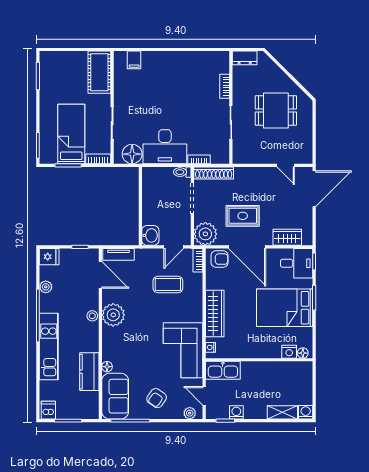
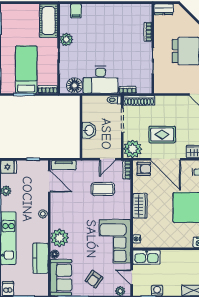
plant: (122, 96) -> (66, 40), added
washbasin: (150, 235) -> (89, 130), moved
wardrobe: (215, 314) -> (140, 206), width x0.67
plant: (113, 315) -> (59, 238), moved

